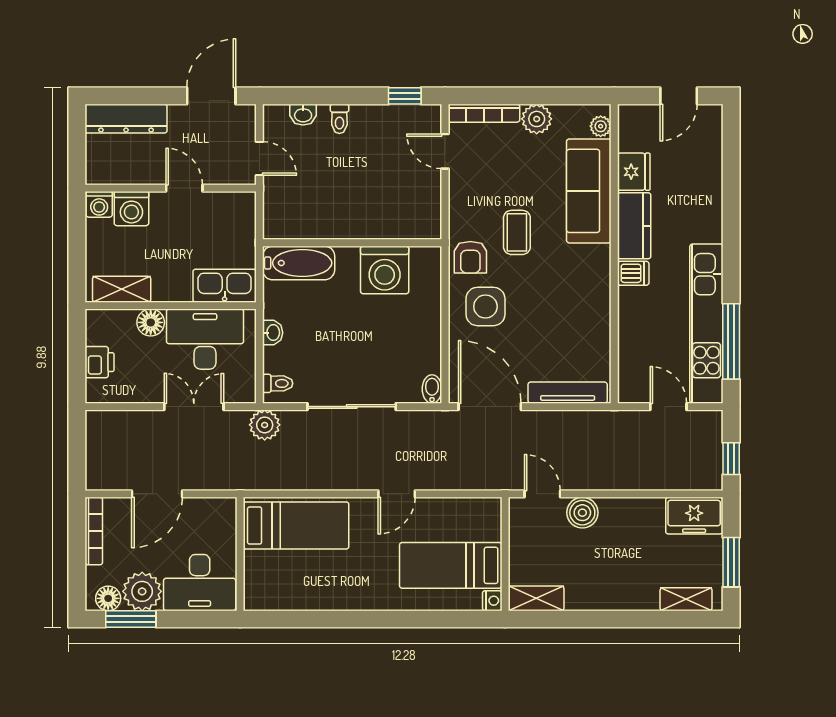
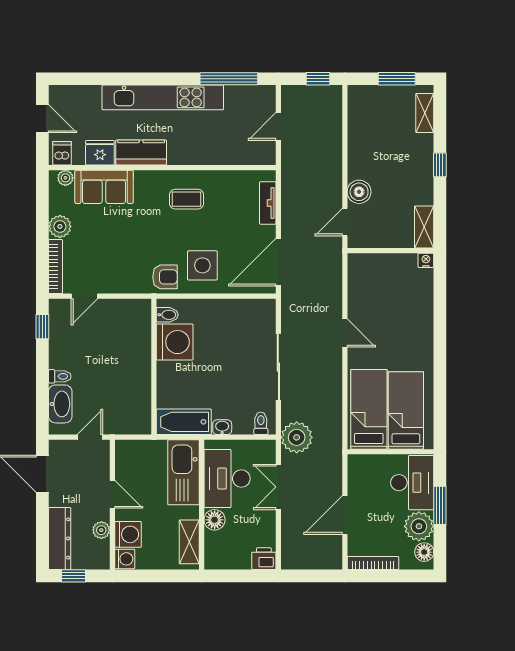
washbasin: (303, 115) -> (60, 404), width x1.91, depth x1.45
window: (77, 137) -> (73, 576), added
plant: (137, 173) -> (101, 530), added
door: (184, 188) -> (112, 494), swing flipped
sofa: (589, 191) -> (104, 187), width x0.73
coffee table: (517, 232) -> (187, 199), moved
bathtub: (299, 263) -> (184, 422), moved, turned -90
dishwasher: (633, 273) -> (62, 153), moved
kitchen sink: (225, 286) -> (184, 472), width x1.36, depth x1.24
kitchen unit: (706, 324) -> (163, 97), moved
printer: (100, 362) -> (264, 559), moved
bidet: (432, 389) -> (167, 315), moved, turned 180
tv unit: (568, 393) -> (268, 203), width x0.71
plant: (265, 425) -> (297, 437), width x1.36, depth x1.36
door: (157, 494) -> (345, 515), swing flipped
freezer: (694, 516) -> (361, 107), removed
bed: (451, 565) -> (406, 410), moved, turned 180
window: (131, 619) -> (440, 505), moved
window: (618, 619) -> (440, 165), added

